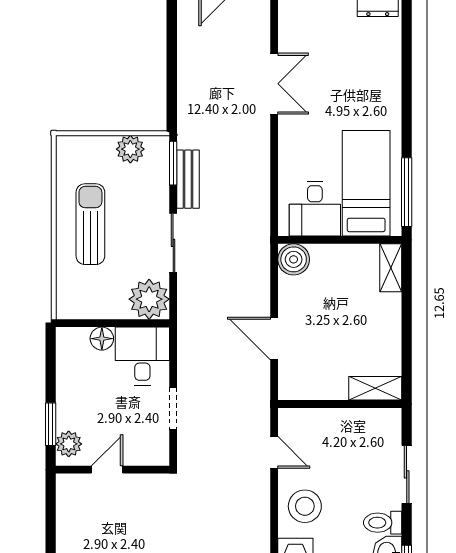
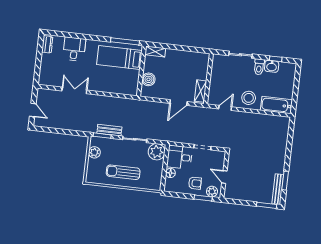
desk: (315, 209) -> (74, 49), moved, turned -90
boiler: (294, 259) -> (148, 79), moved
shelving: (375, 388) -> (201, 91), moved
armchair: (84, 400) -> (195, 183), added

